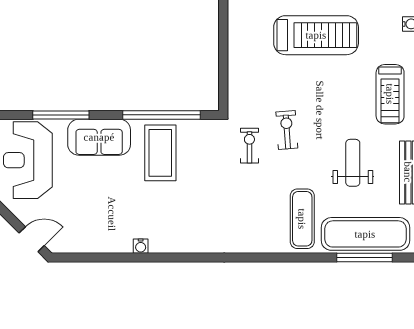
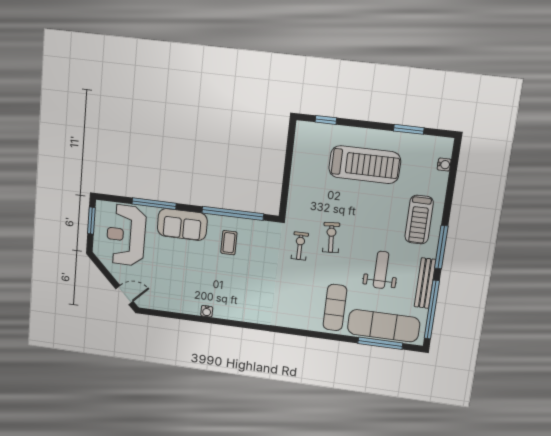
coffee table: (160, 153) -> (229, 243), width x0.54, depth x0.58

